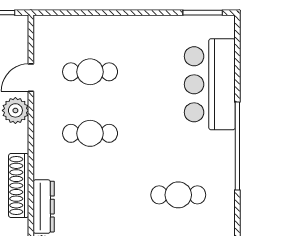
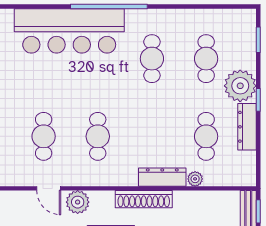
bar counter: (210, 84) -> (69, 31), width x1.36

